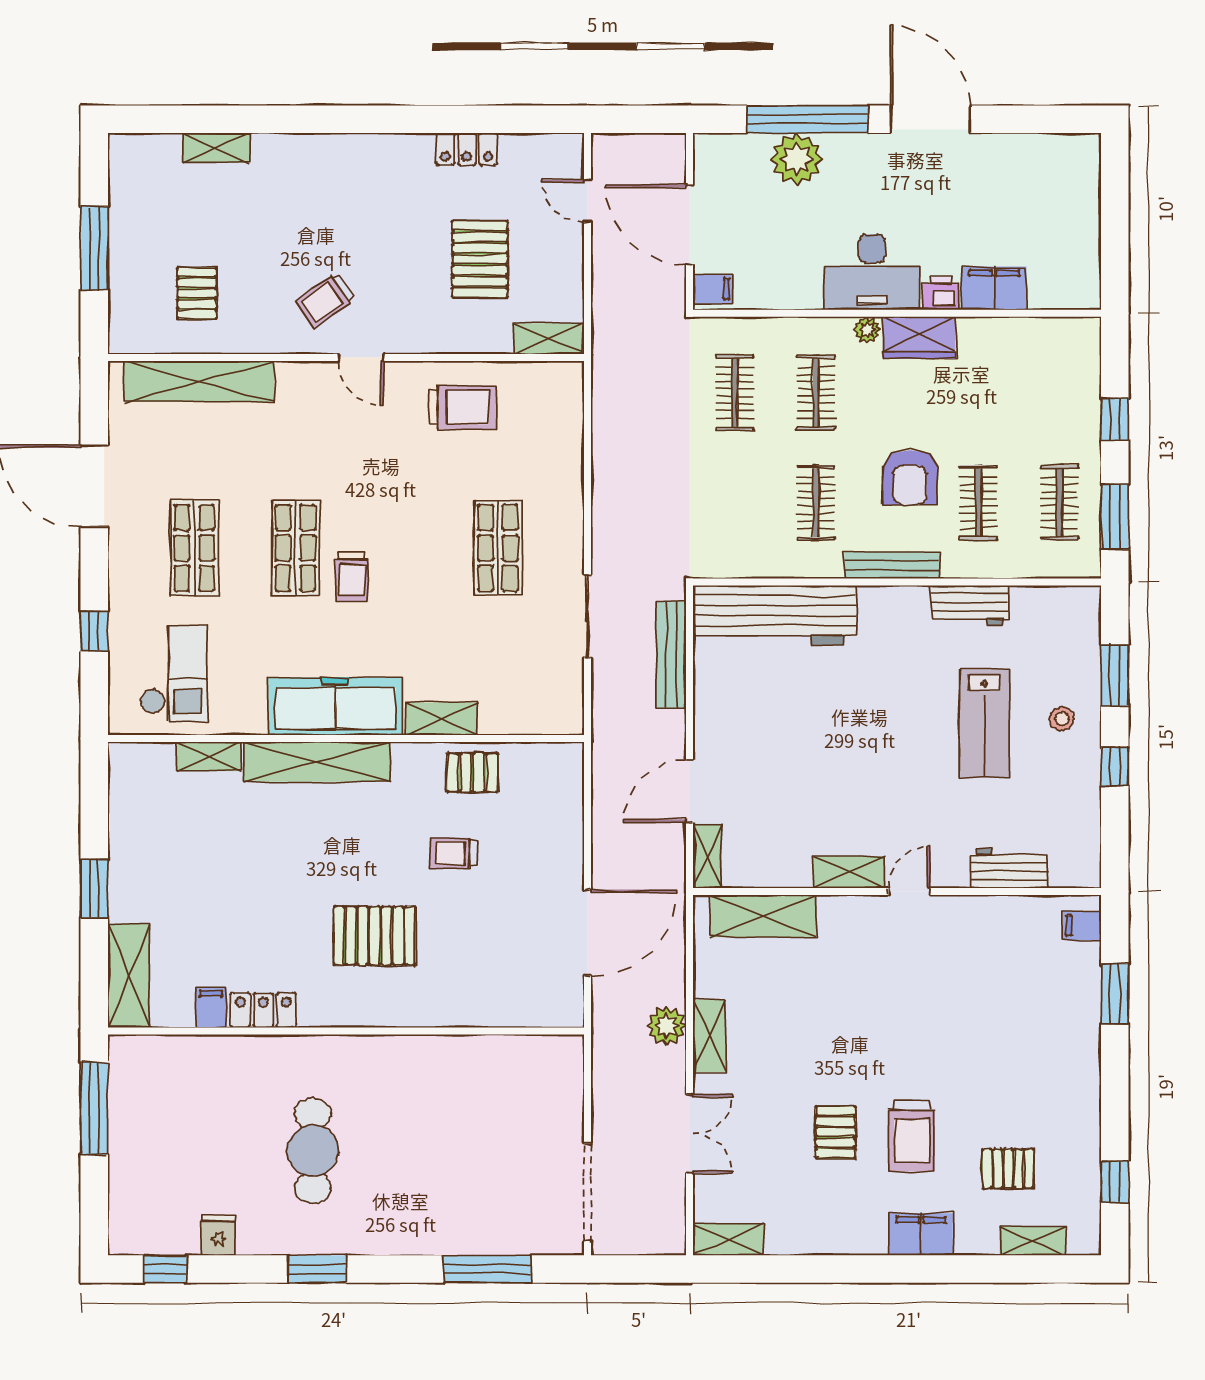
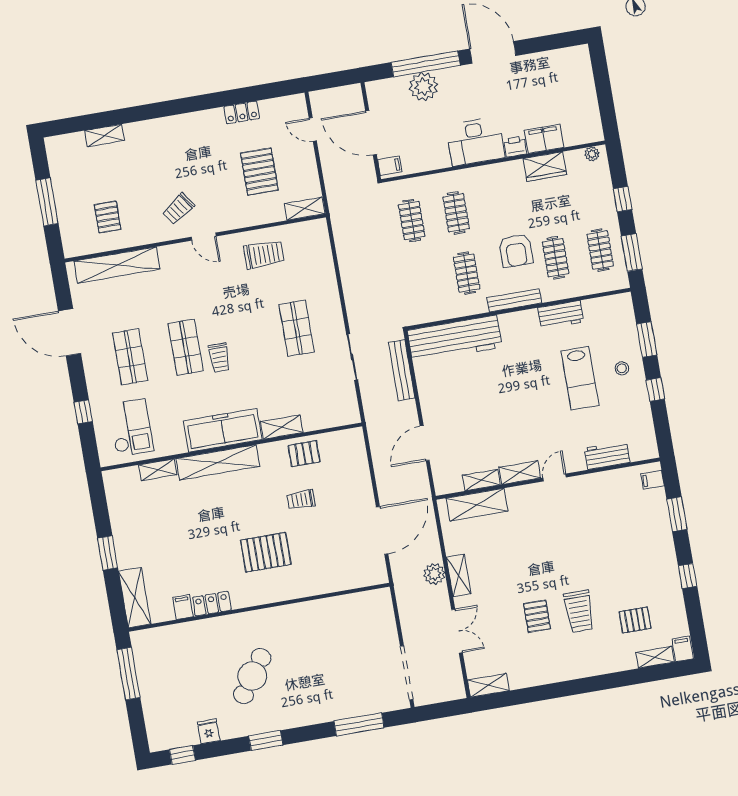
plant: (867, 330) -> (592, 154), moved
wardrobe: (919, 338) -> (545, 167), moved
shelving: (707, 856) -> (481, 480), moved, turned 90
cafe table: (313, 1151) -> (252, 676), turned 35
window: (1115, 1182) -> (688, 576), moved
filing cabinet: (921, 1234) -> (683, 649), moved, width x0.50

